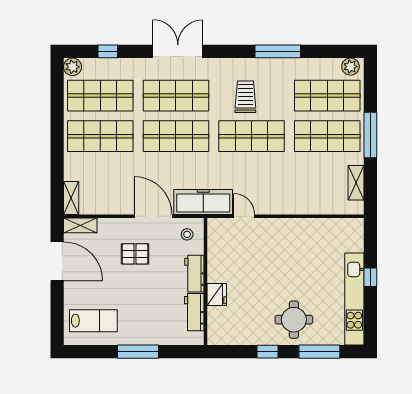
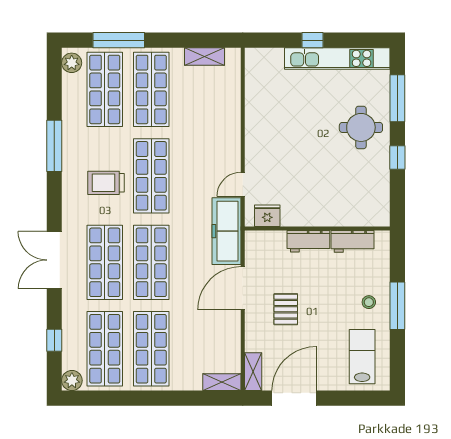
window: (370, 135) -> (119, 40), moved
stool: (187, 234) -> (369, 302), moved
fridge: (217, 295) -> (267, 216), moved

